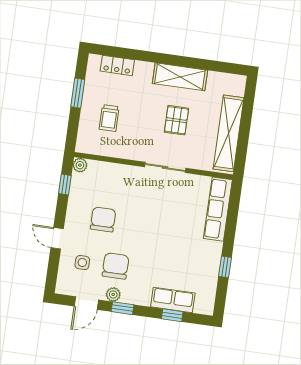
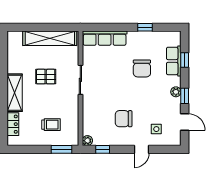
shelving: (180, 77) -> (15, 93), moved
window: (78, 93) -> (61, 149), moved
chair: (116, 266) -> (142, 68), moved, turned -90
plant: (113, 294) -> (176, 92), moved

